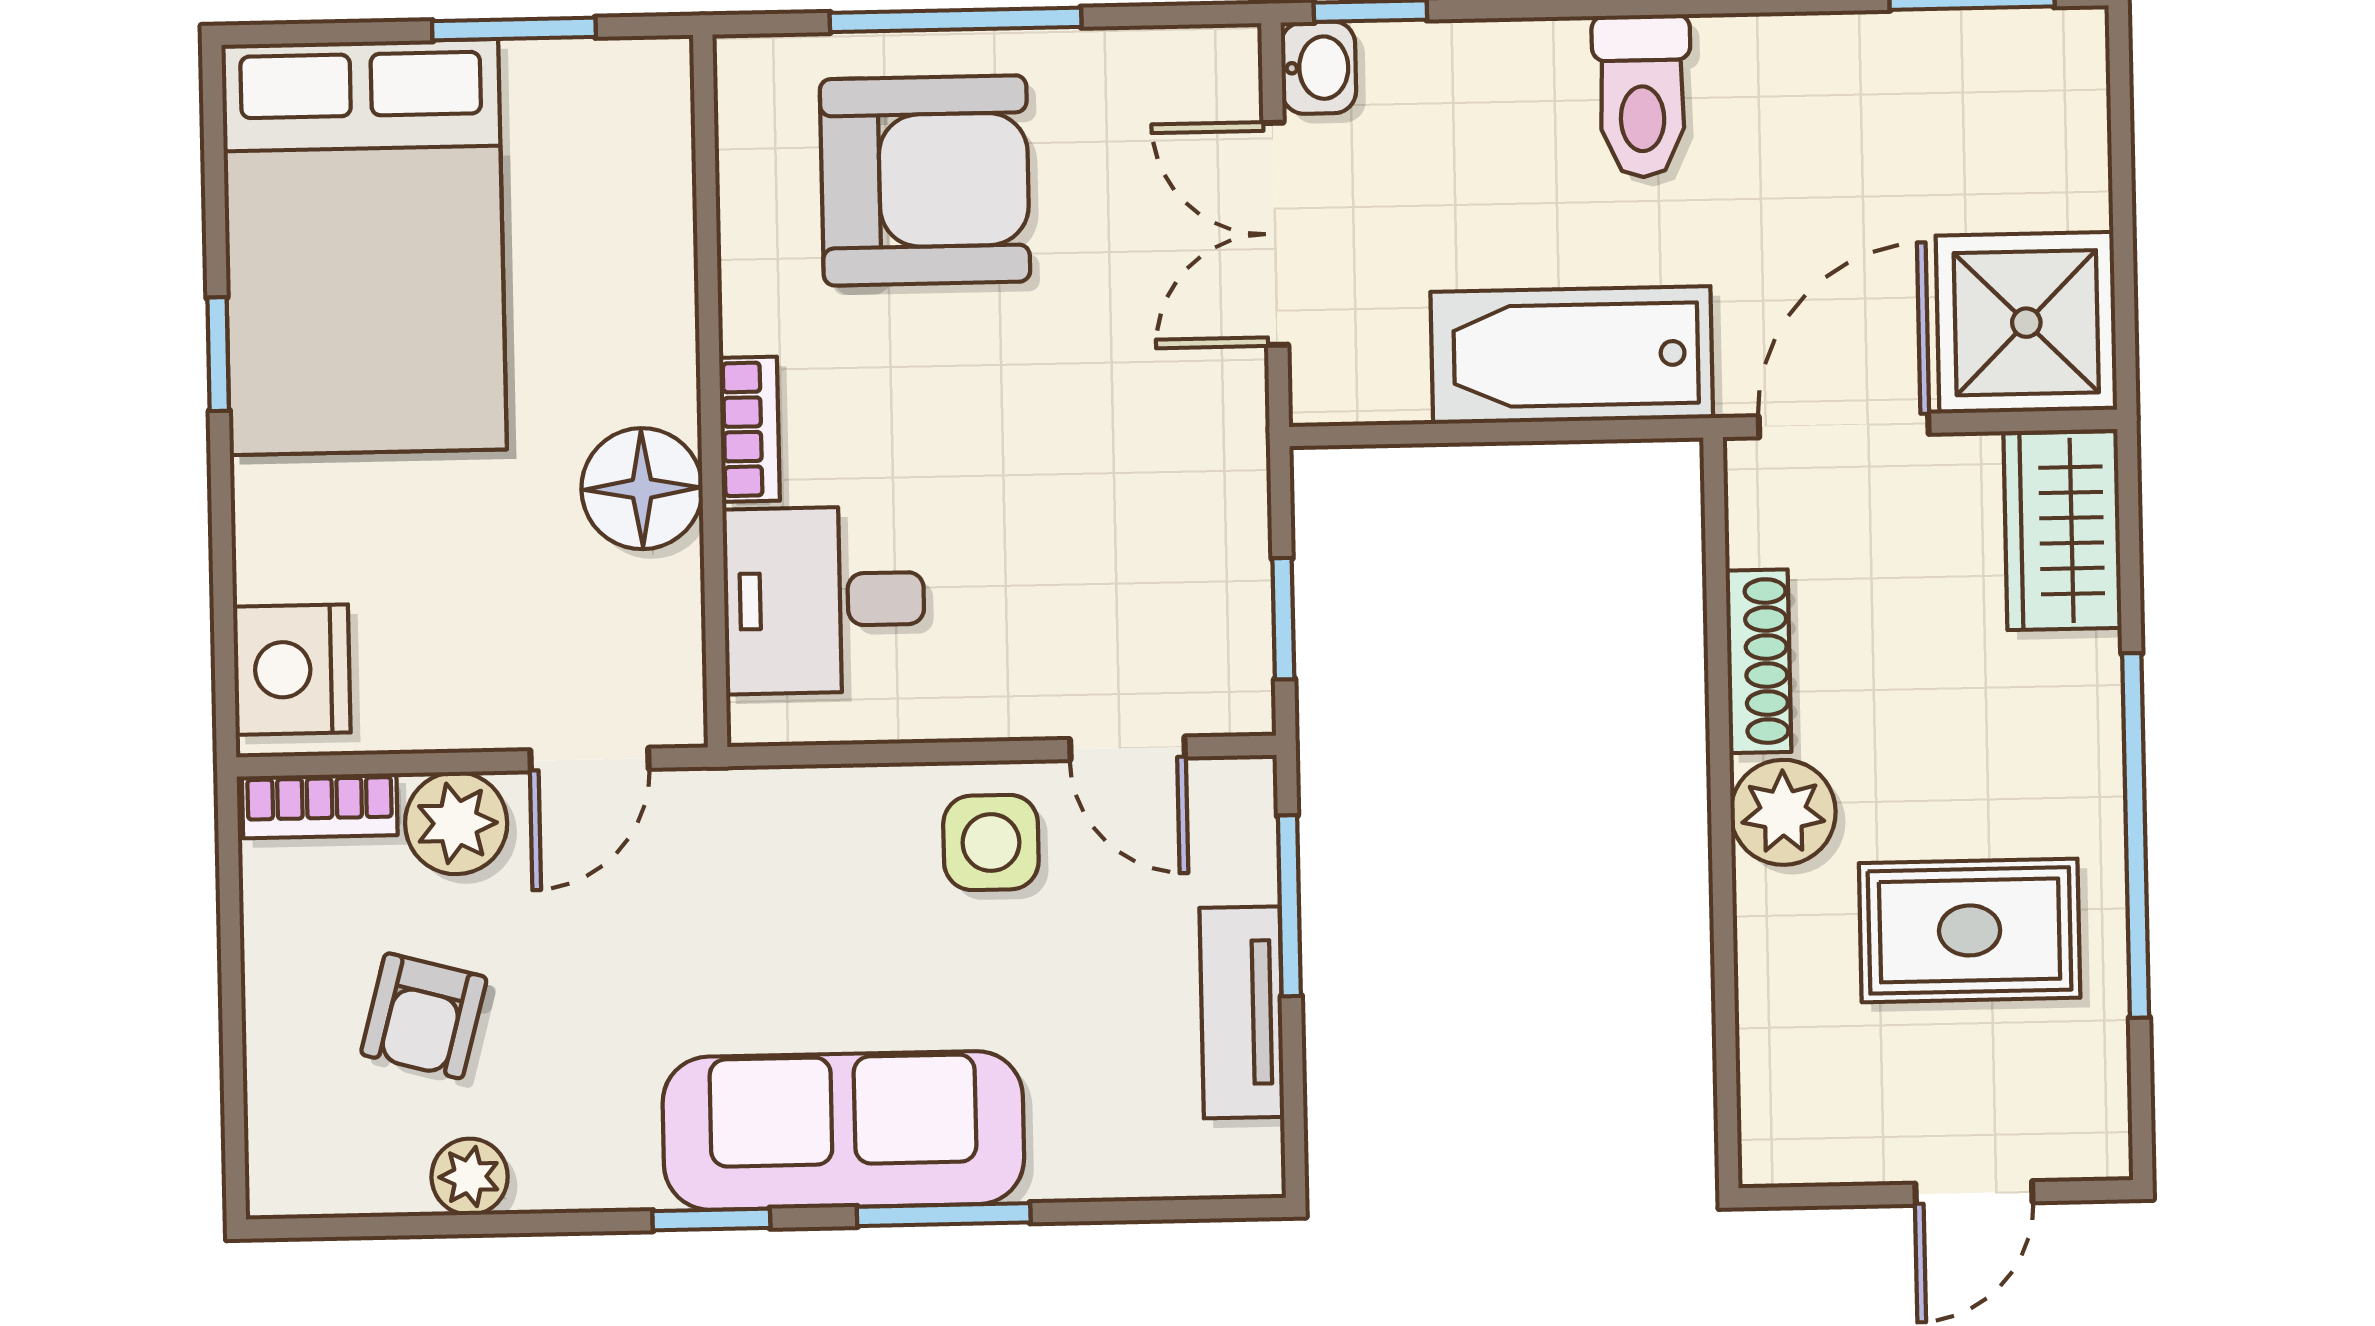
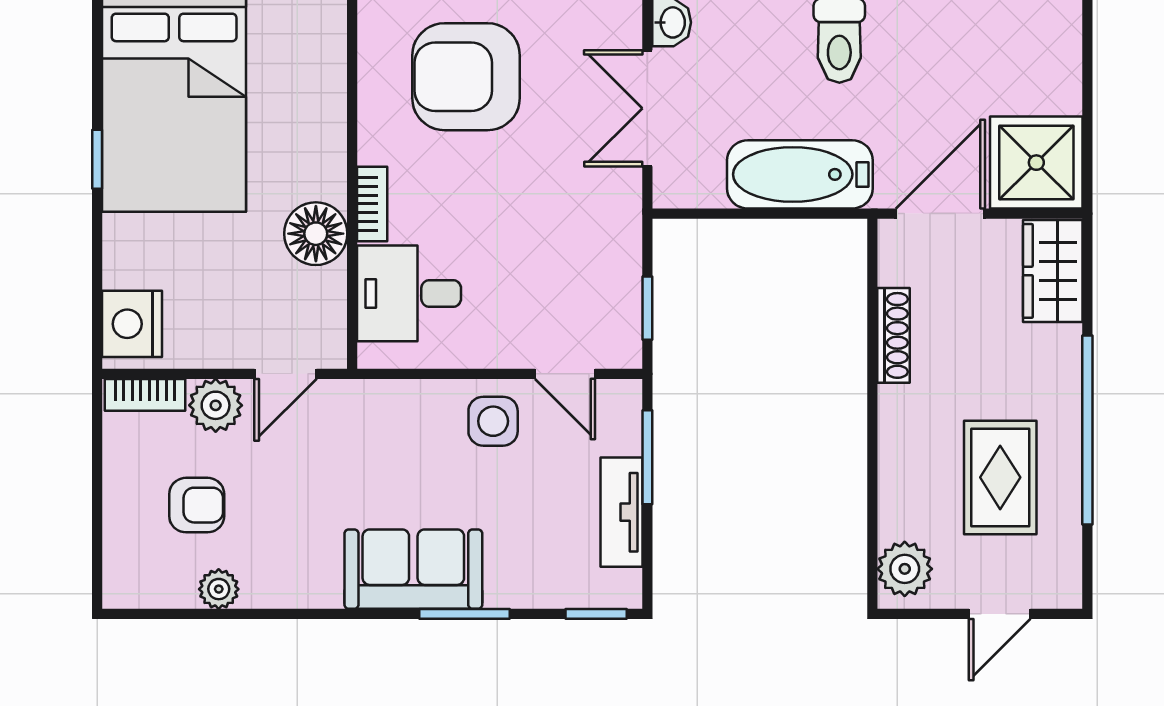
armchair: (925, 180) -> (466, 77), turned 180
plant: (1783, 812) -> (905, 569), moved
rug: (1970, 930) -> (1000, 477), turned 90
armchair: (424, 1016) -> (197, 505), turned -105
sofa: (843, 1130) -> (413, 569), width x0.73
window: (711, 1219) -> (596, 614), moved

